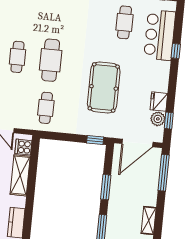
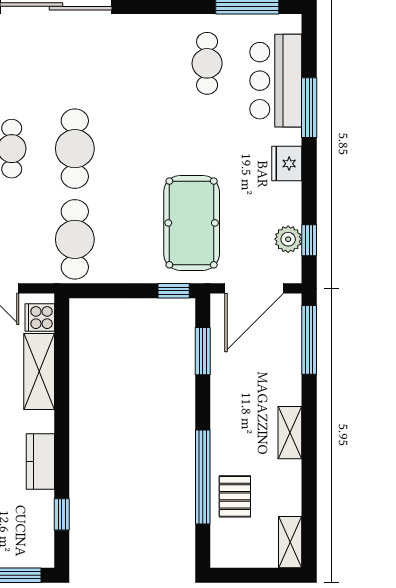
window: (176, 51) -> (309, 108), width x2.17
pool table: (104, 87) -> (192, 223), moved
fridge: (159, 102) -> (287, 164), moved
cafe table: (46, 108) -> (75, 239), width x1.37, depth x1.35
window: (106, 187) -> (203, 351), moved

